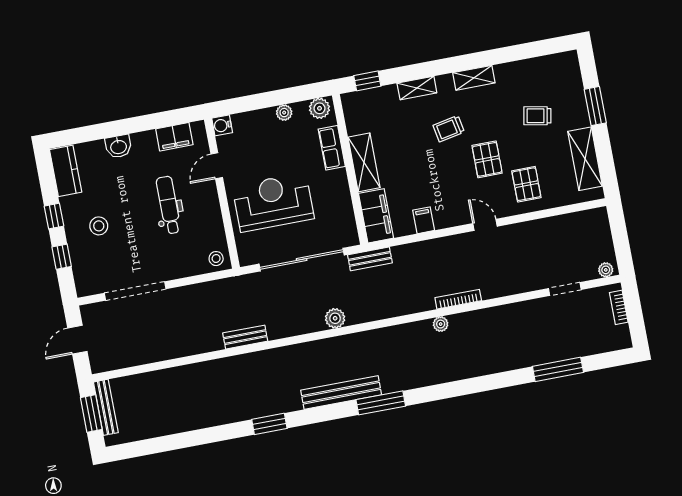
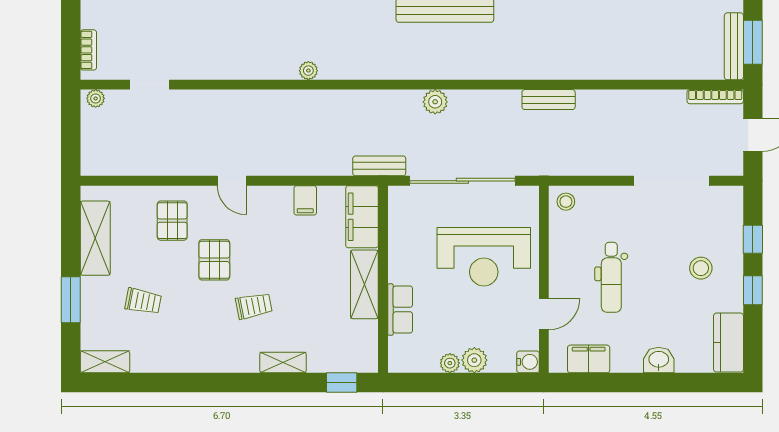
shelving: (474, 78) -> (105, 362), moved
plant: (319, 108) -> (474, 360), moved
bookcase: (458, 299) -> (715, 97), moved

